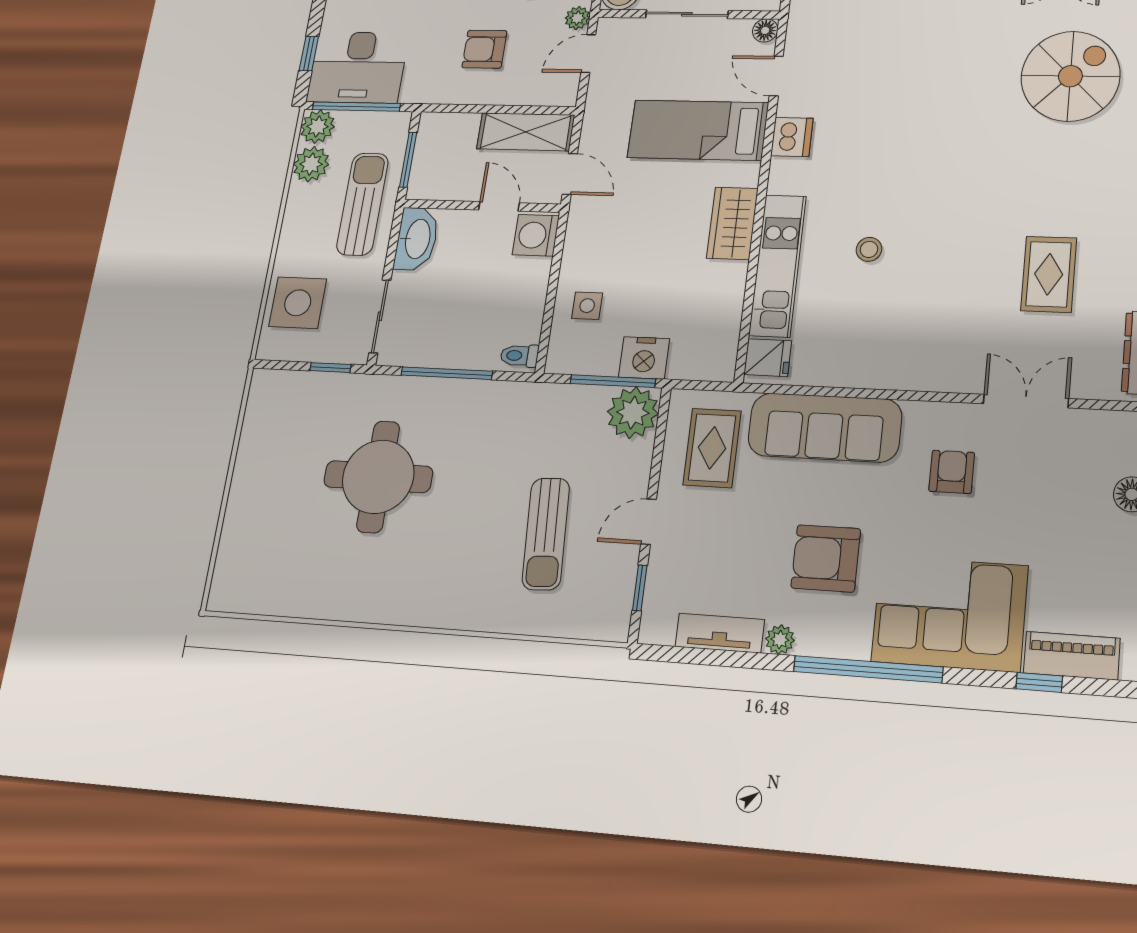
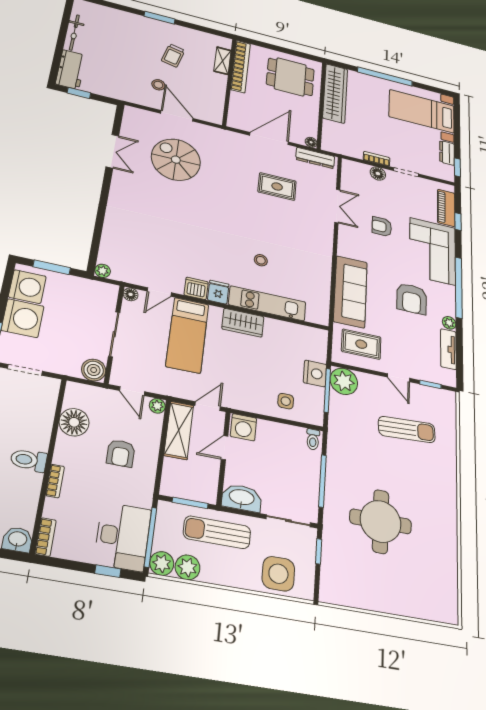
plant: (577, 18) -> (157, 406), moved
fridge: (768, 358) -> (218, 292), moved
double door: (1026, 401) -> (337, 206), swing flipped
armchair: (952, 472) -> (382, 227), moved

